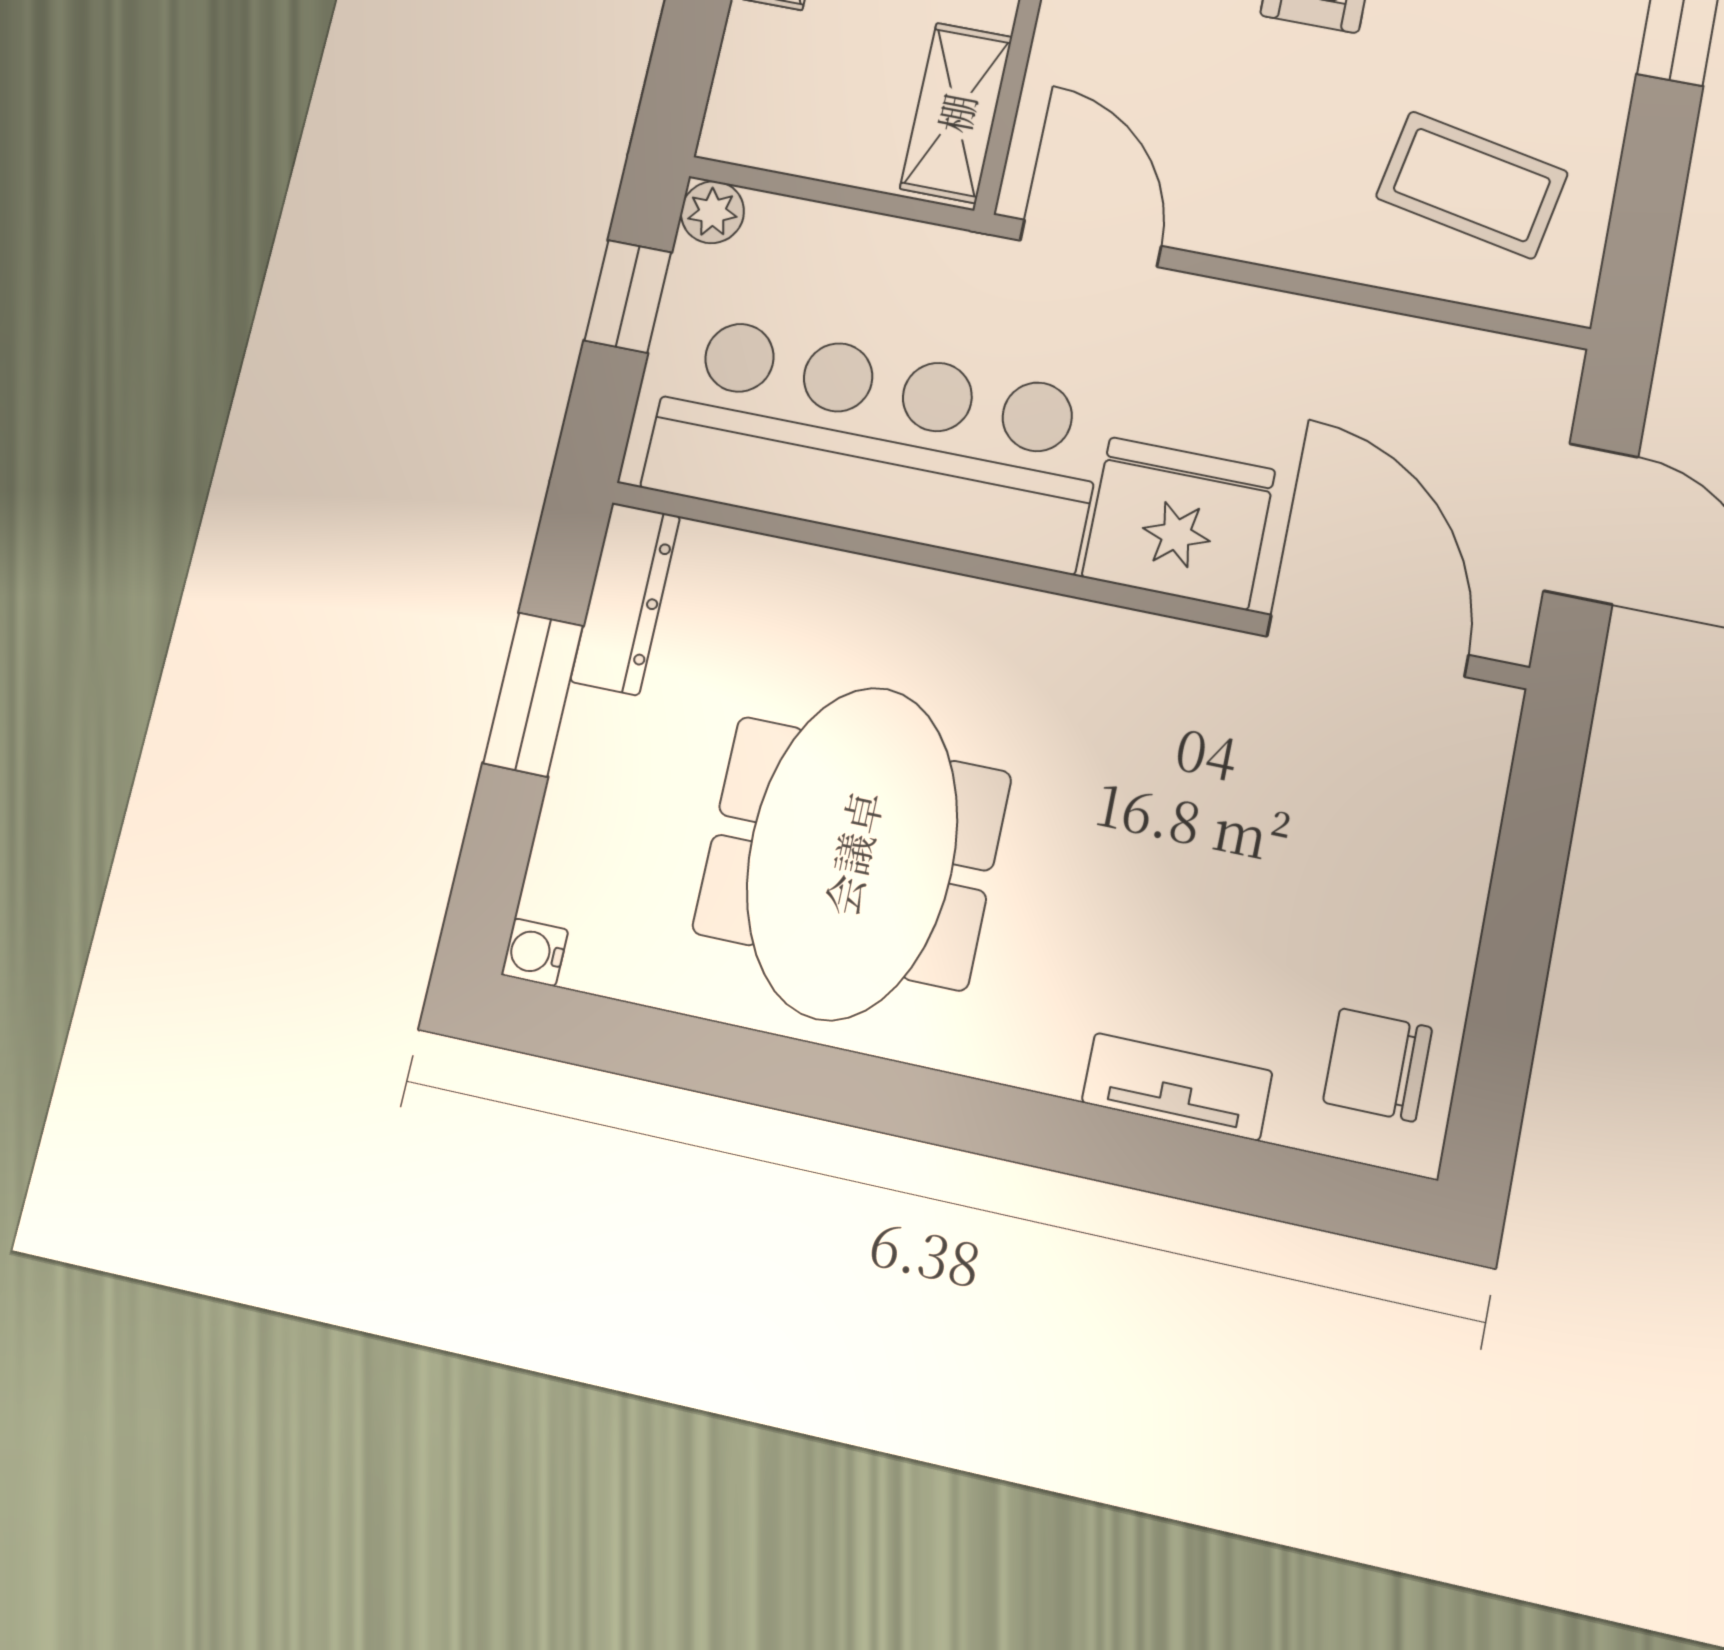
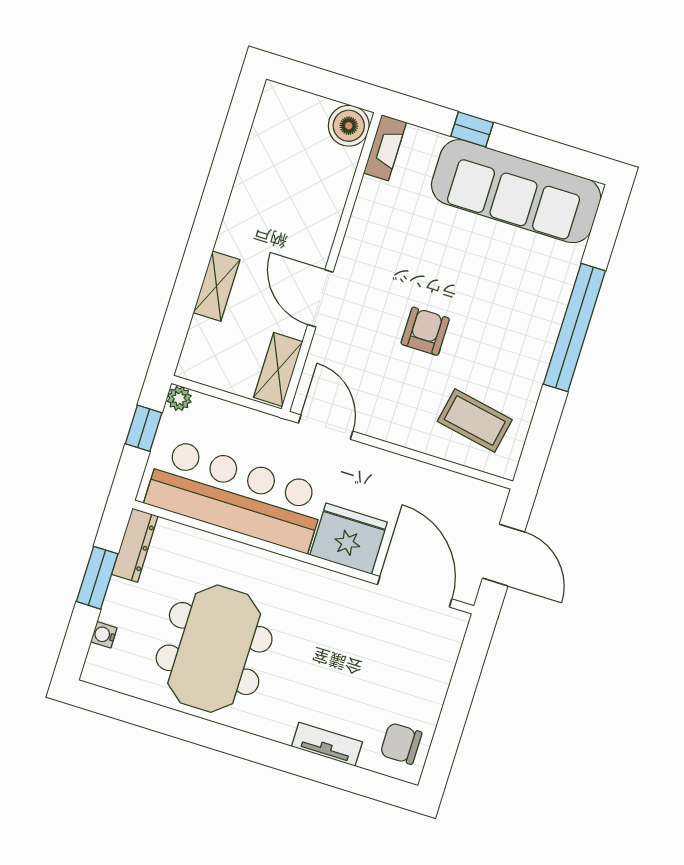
water cooler: (535, 952) -> (104, 635), moved

